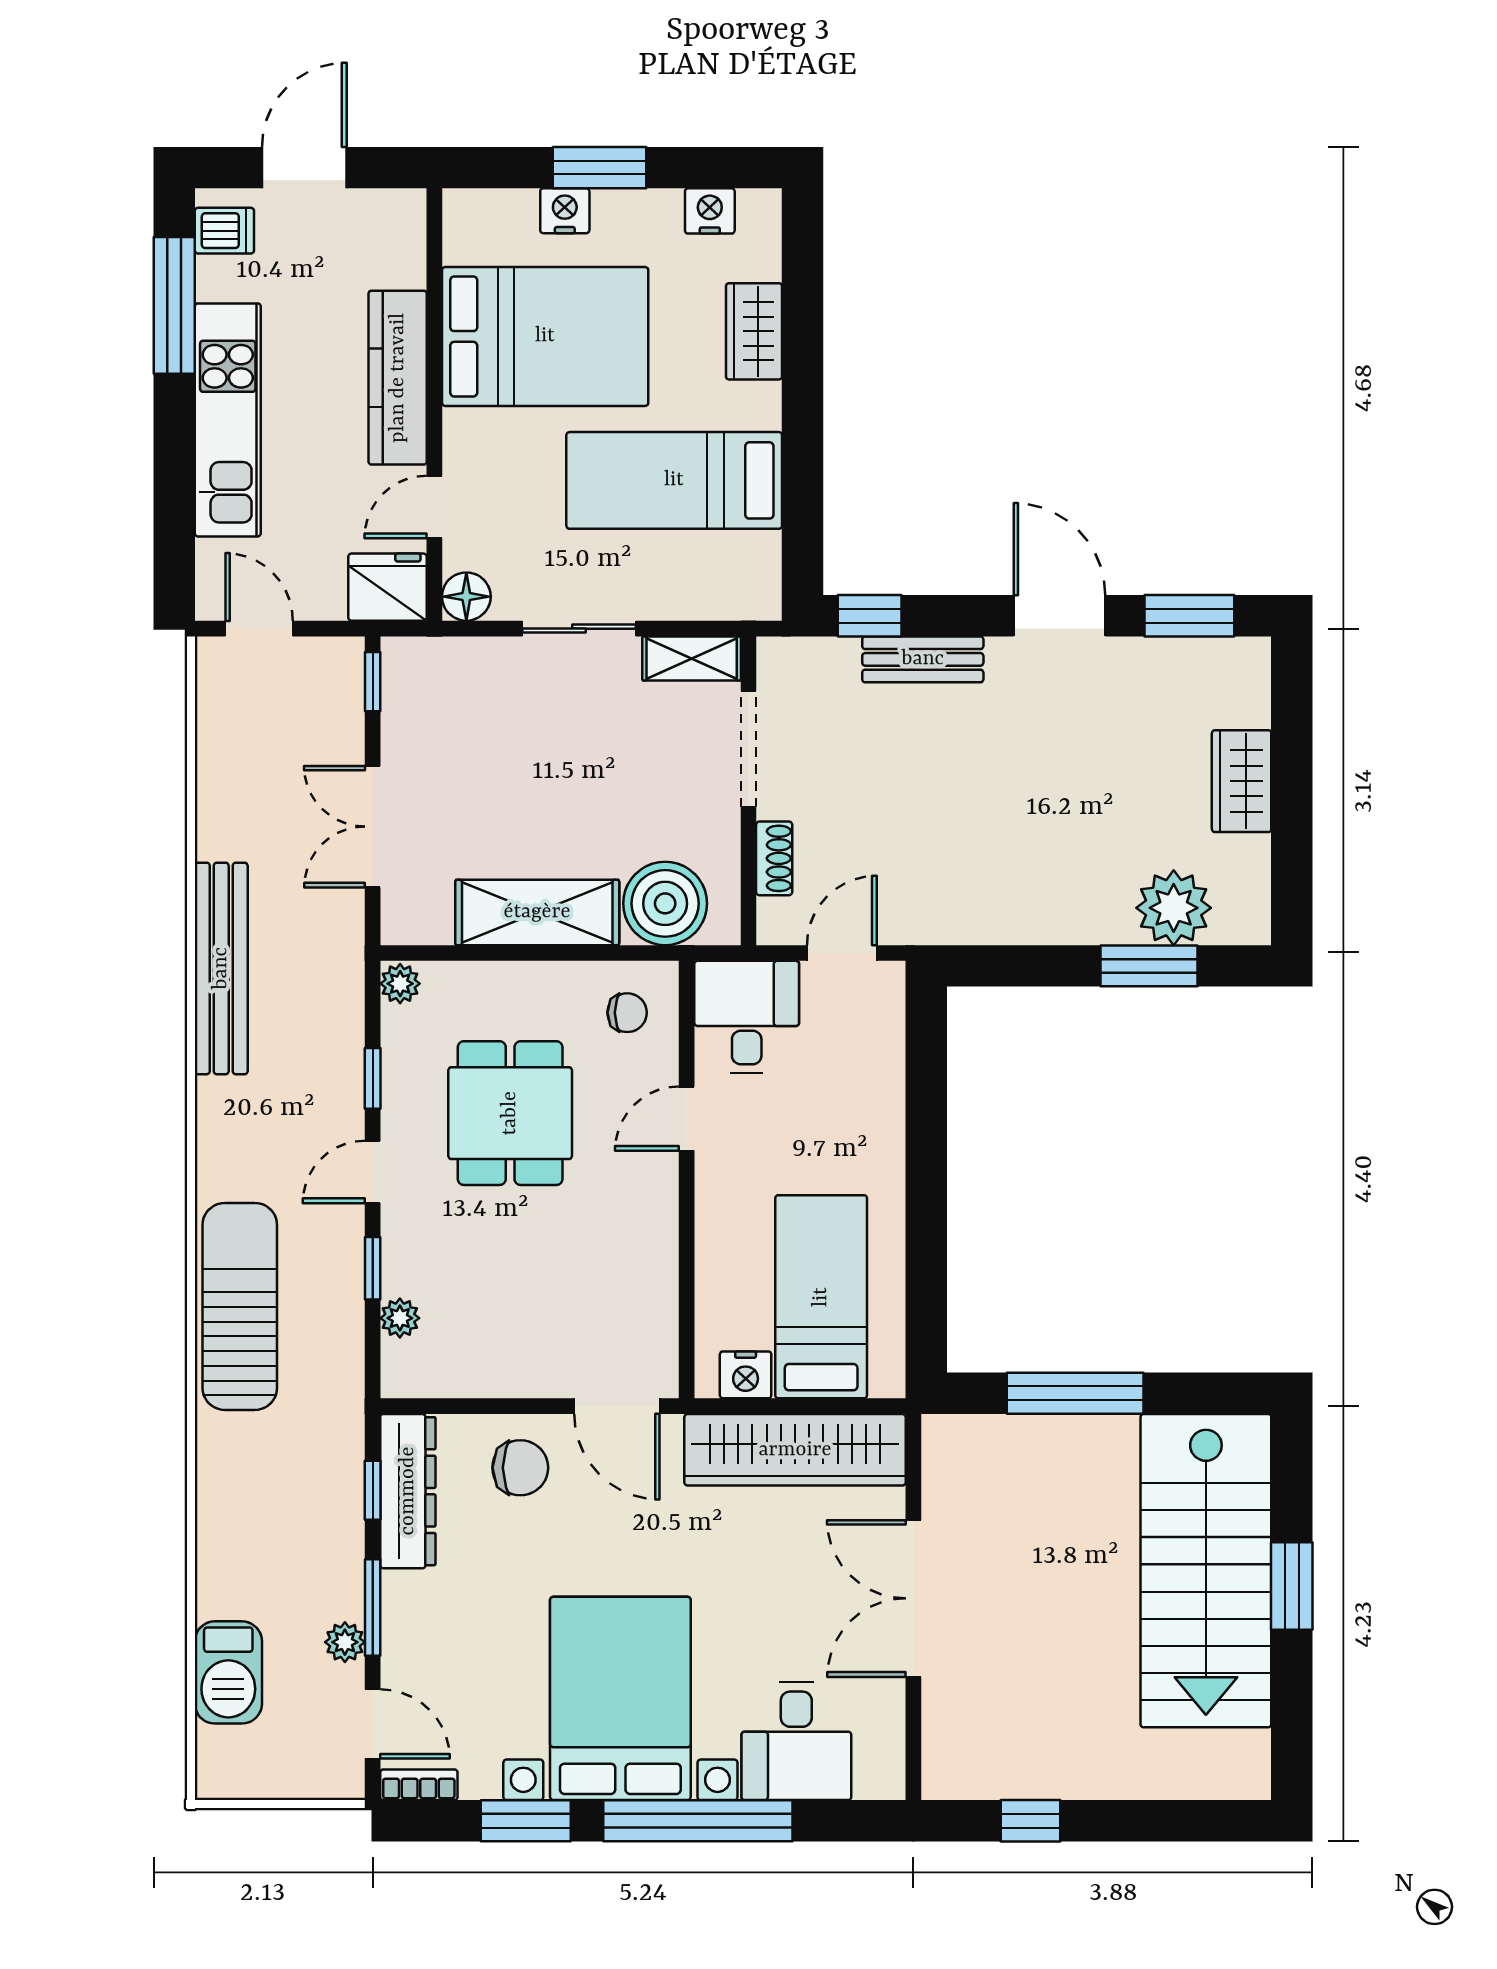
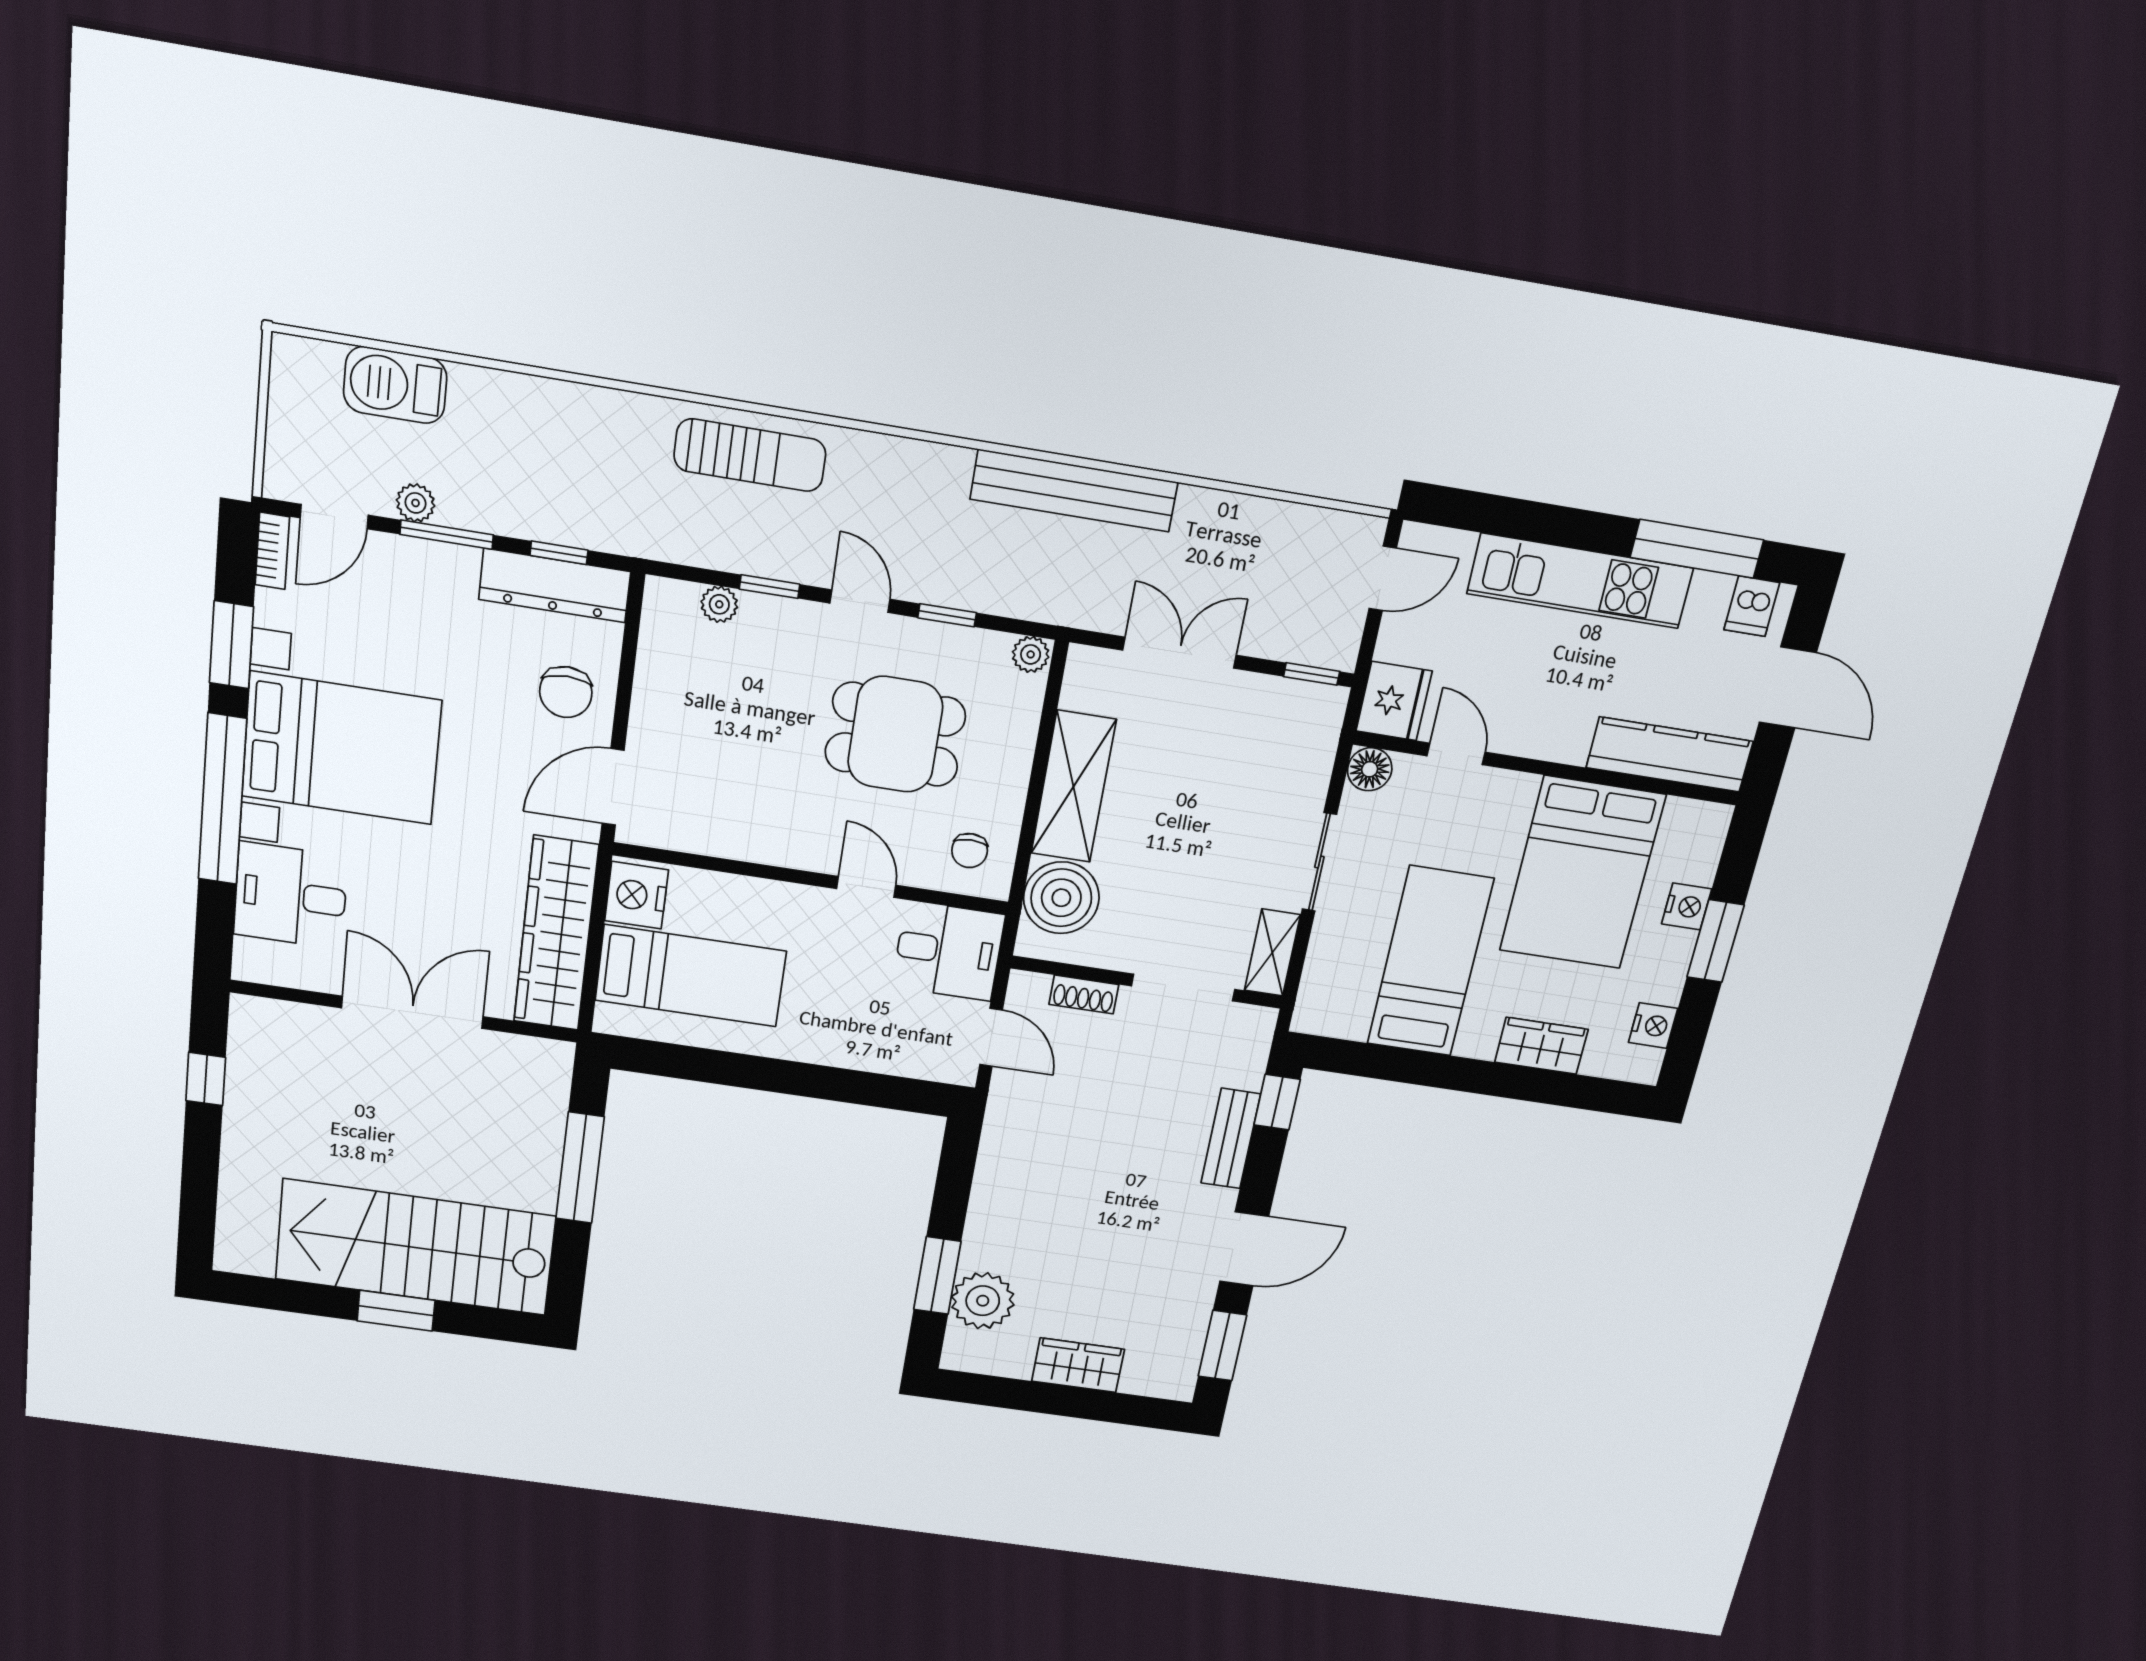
kitchen counter: (398, 378) -> (1670, 755), moved
sun lounger: (240, 1306) -> (750, 455), width x0.73, depth x0.75
nightstand: (746, 1375) -> (636, 895), width x1.36, depth x1.33

